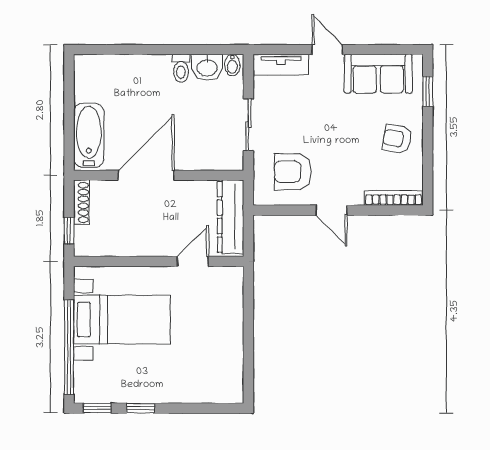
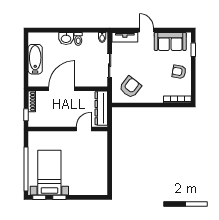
washbasin: (207, 67) -> (66, 38), moved
bathtub: (89, 135) -> (35, 59), moved
armchair: (293, 172) -> (130, 87), turned 128
door: (331, 210) -> (148, 105), removed
bed with nightstands: (122, 320) -> (49, 173), moved, turned -90

